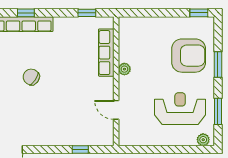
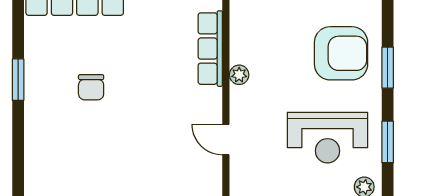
chair: (31, 77) -> (91, 87), turned -124
reception desk: (180, 109) -> (327, 138), turned 180

